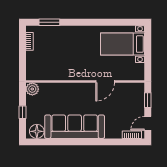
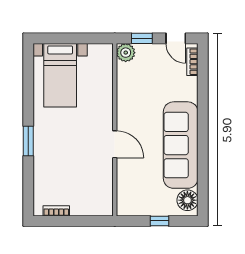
window: (49, 22) -> (28, 141), moved
door: (105, 81) -> (115, 144), moved
plant: (32, 89) -> (126, 53), moved

